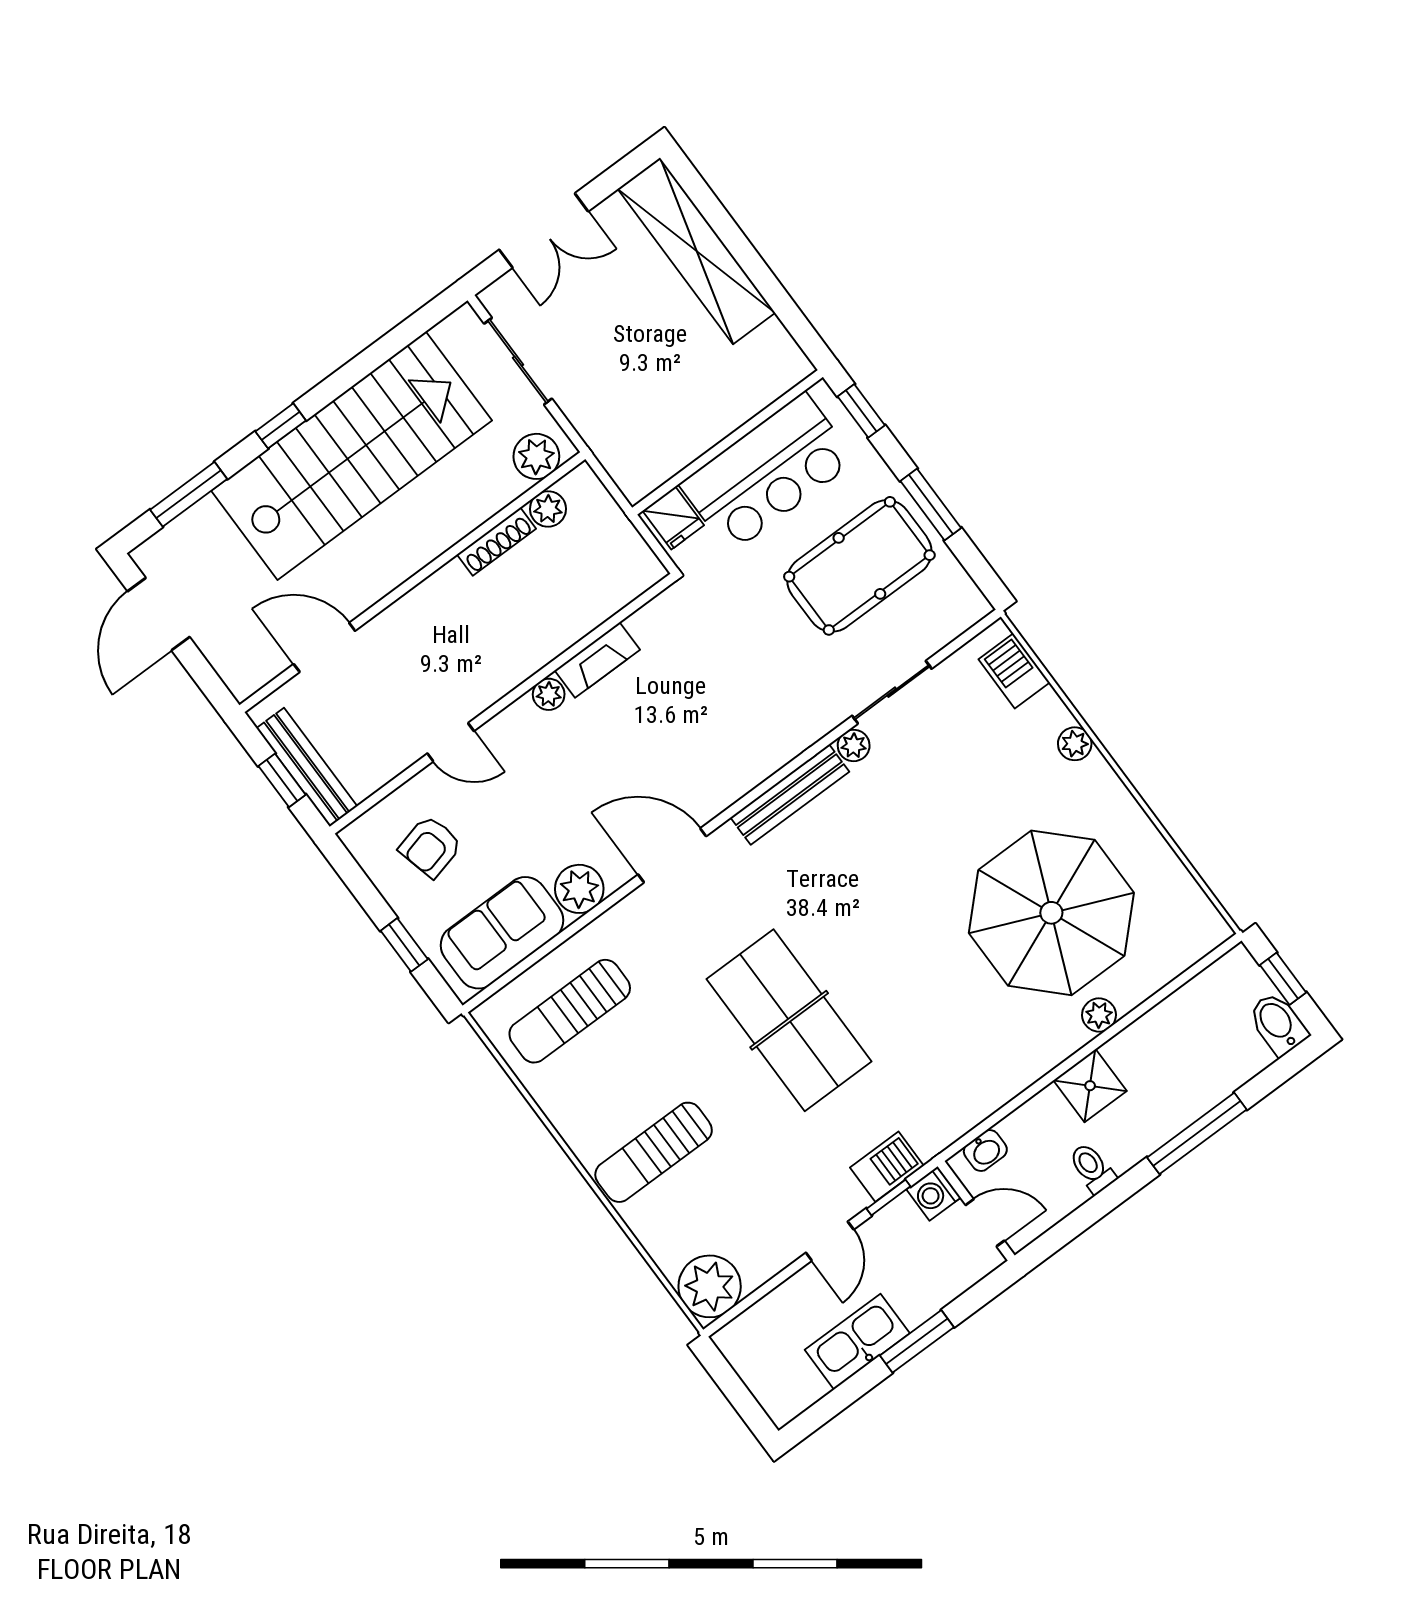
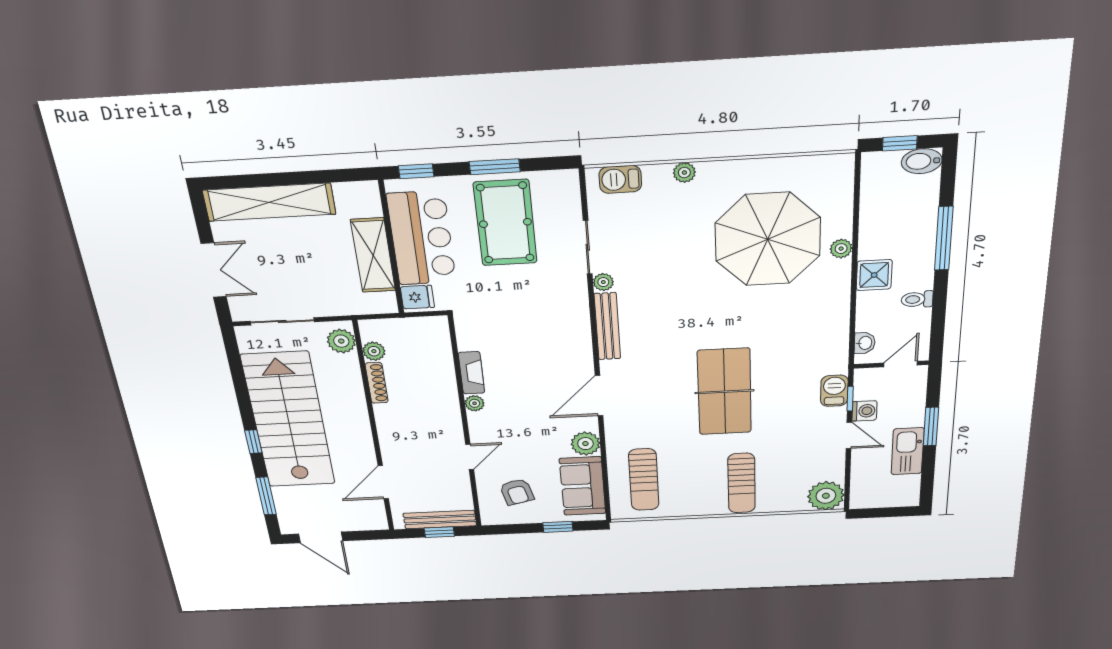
shelving: (701, 425) -> (373, 255), added
table tennis table: (789, 1020) -> (724, 392), turned 90
washing machine: (934, 1194) -> (864, 411), moved, turned -90

